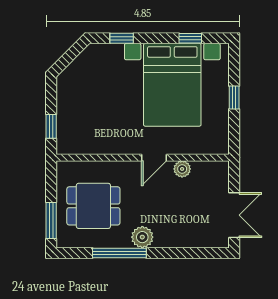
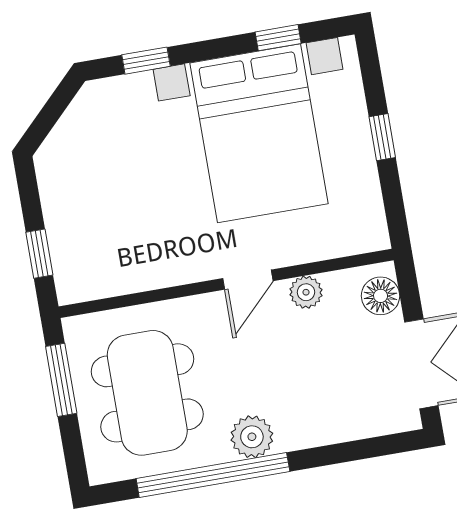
floor lamp: (219, 177) -> (381, 296), added
dining table: (93, 206) -> (147, 393), width x1.38
window: (51, 220) -> (61, 380), moved
window: (119, 253) -> (213, 475), width x1.46

